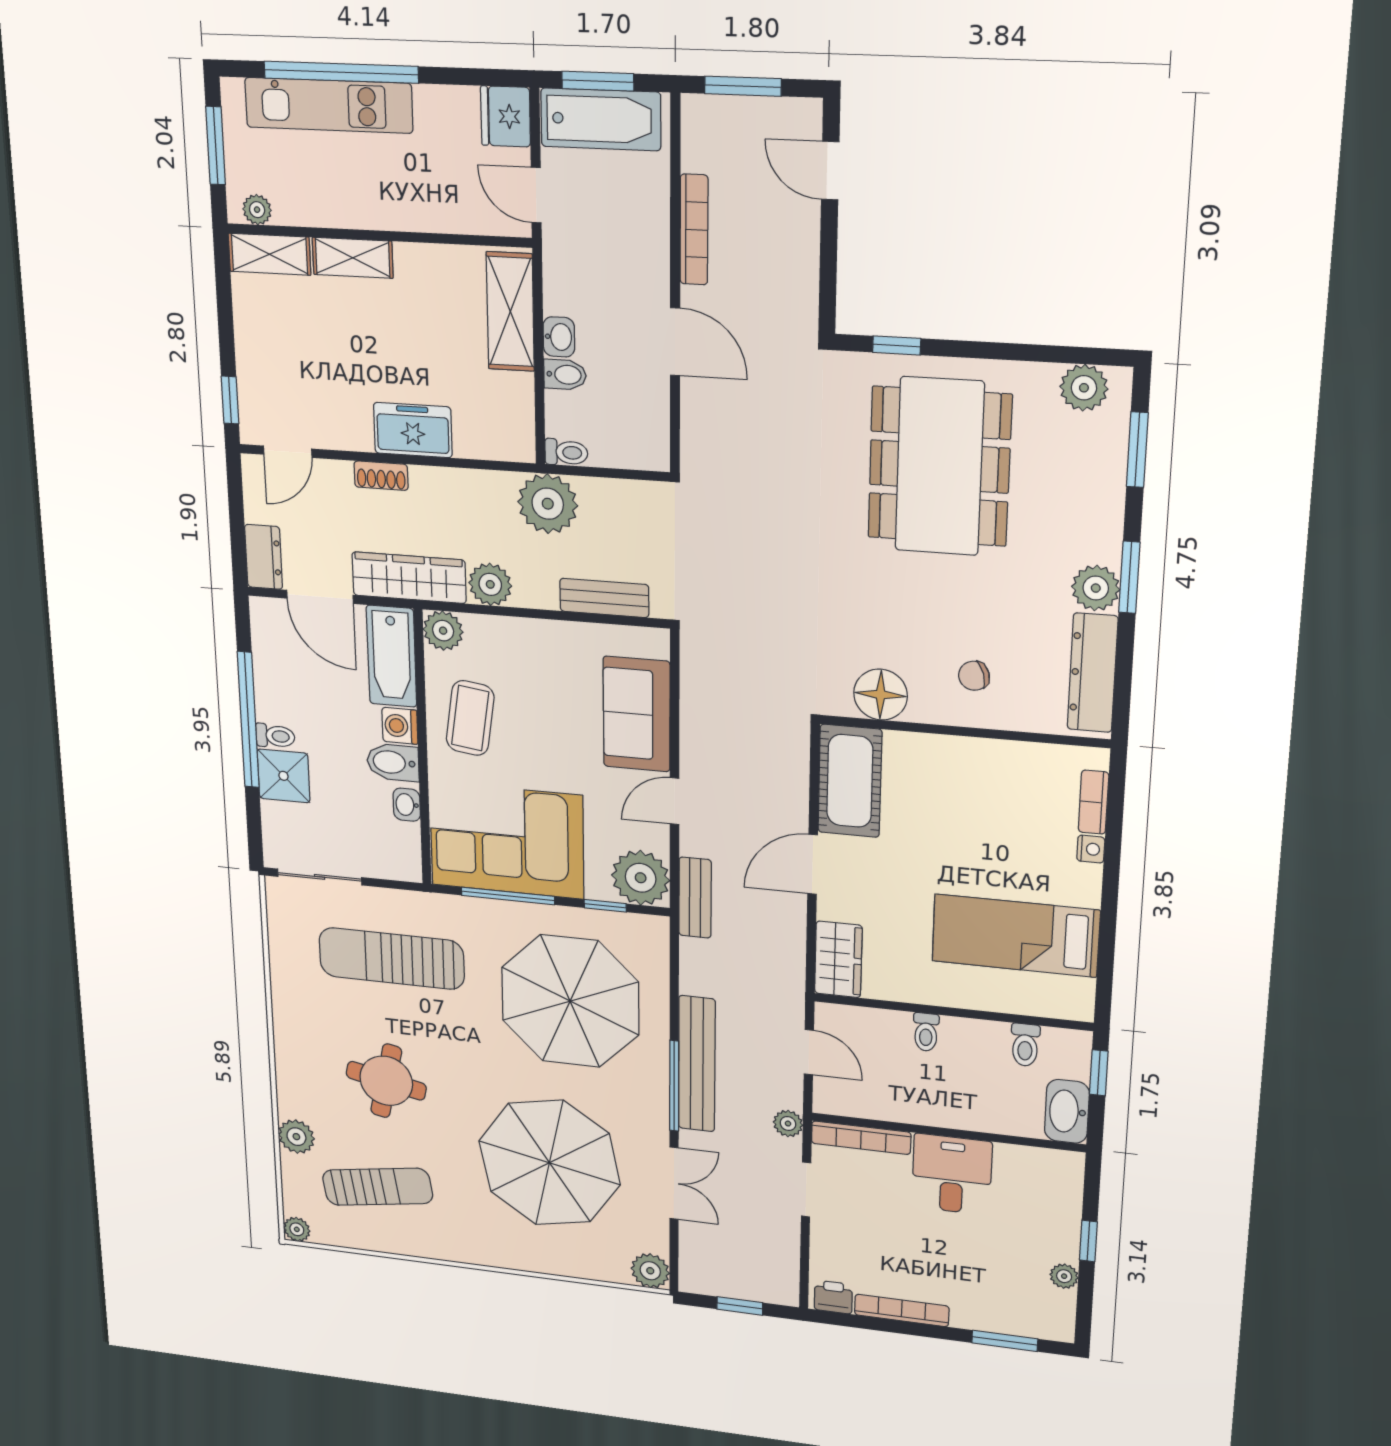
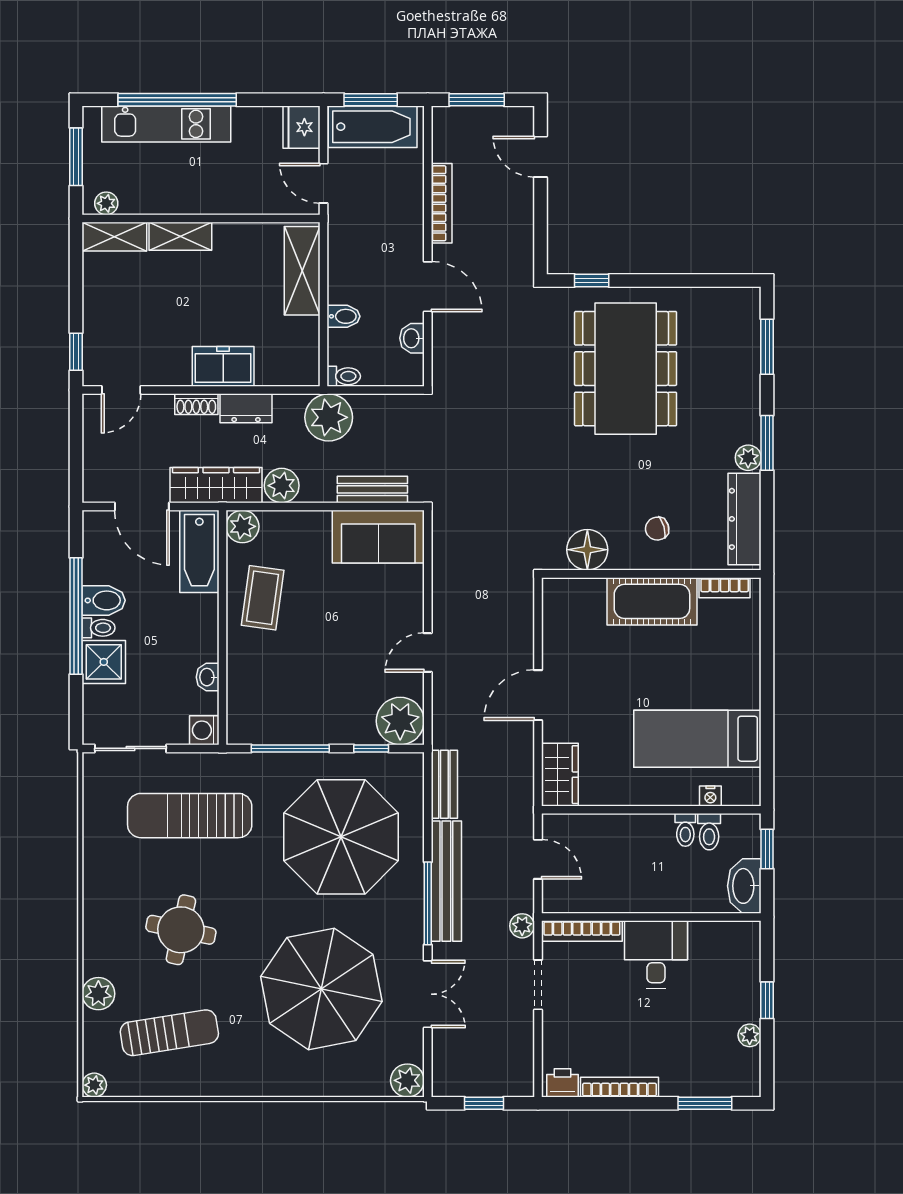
washbasin: (559, 337) -> (412, 338), moved, turned 180
plant: (1084, 388) -> (727, 304), removed
dresser: (264, 557) -> (246, 408), moved, turned 90
plant: (1096, 588) -> (748, 458), width x0.73, depth x0.73
sofa: (637, 714) -> (378, 537), moved, turned -90
washing machine: (400, 726) -> (204, 730), moved
bidet: (393, 762) -> (104, 600), moved, turned 180
cot: (850, 781) -> (652, 601), moved, turned 90
bookcase: (1094, 802) -> (725, 588), moved, turned -90
corner sofa: (507, 840) -> (290, 700), removed
nightstand: (1091, 849) -> (710, 796), moved, turned 90
bench: (695, 898) -> (444, 784), moved
toilet: (926, 1032) -> (685, 830), moved

